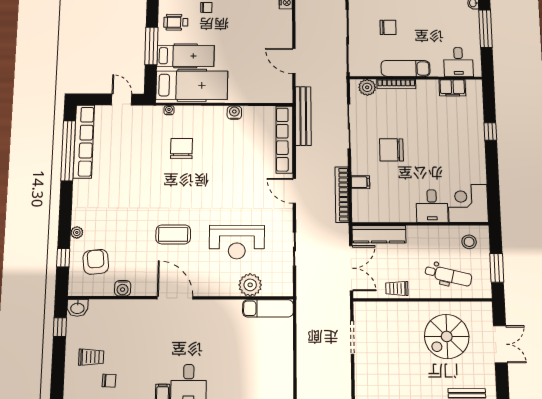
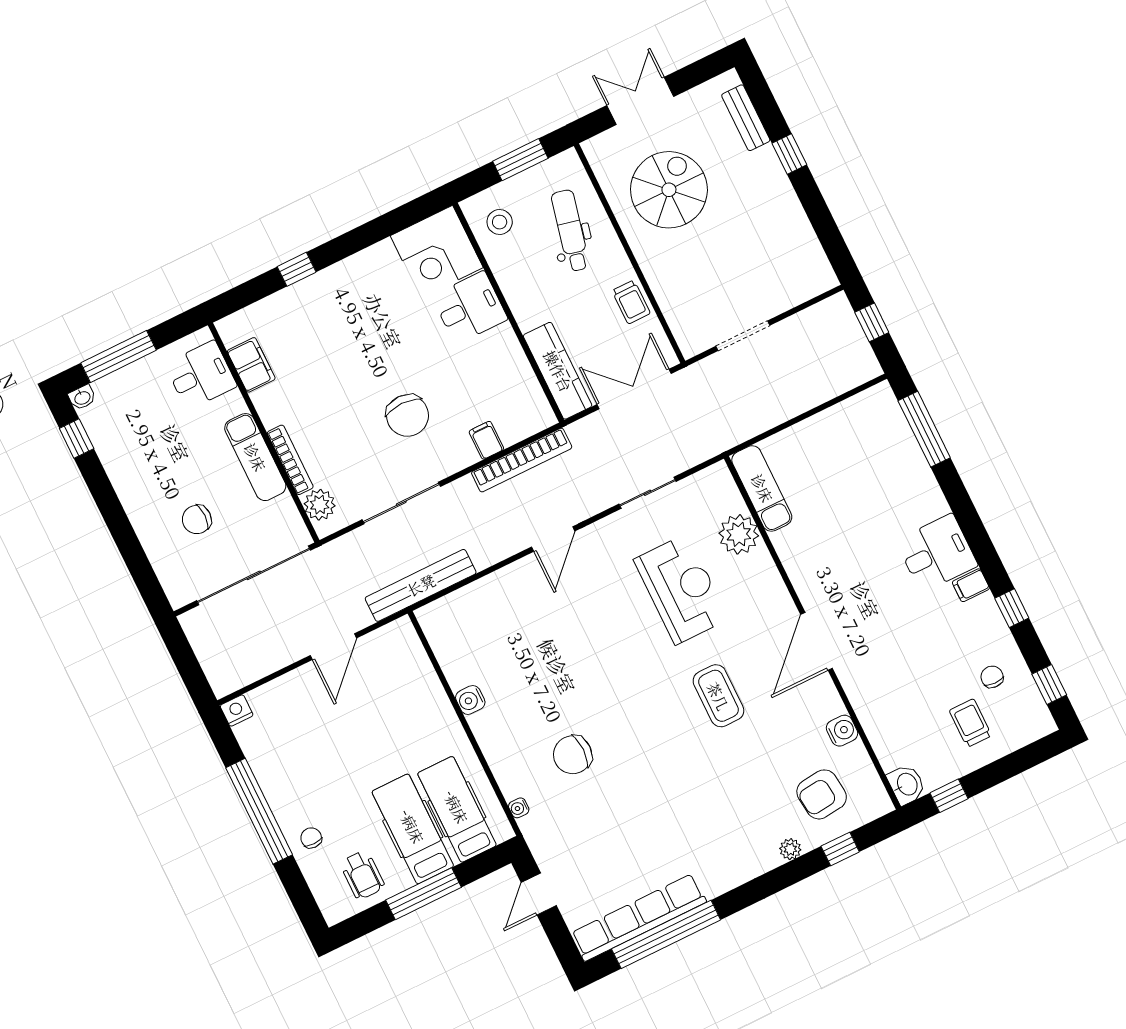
chair: (388, 27) -> (197, 519), turned -90
hospital bed: (192, 85) -> (457, 809), width x0.73, depth x0.78
row of seats: (284, 139) -> (475, 597), removed
spiral stairs: (447, 336) -> (669, 190), turned -90

